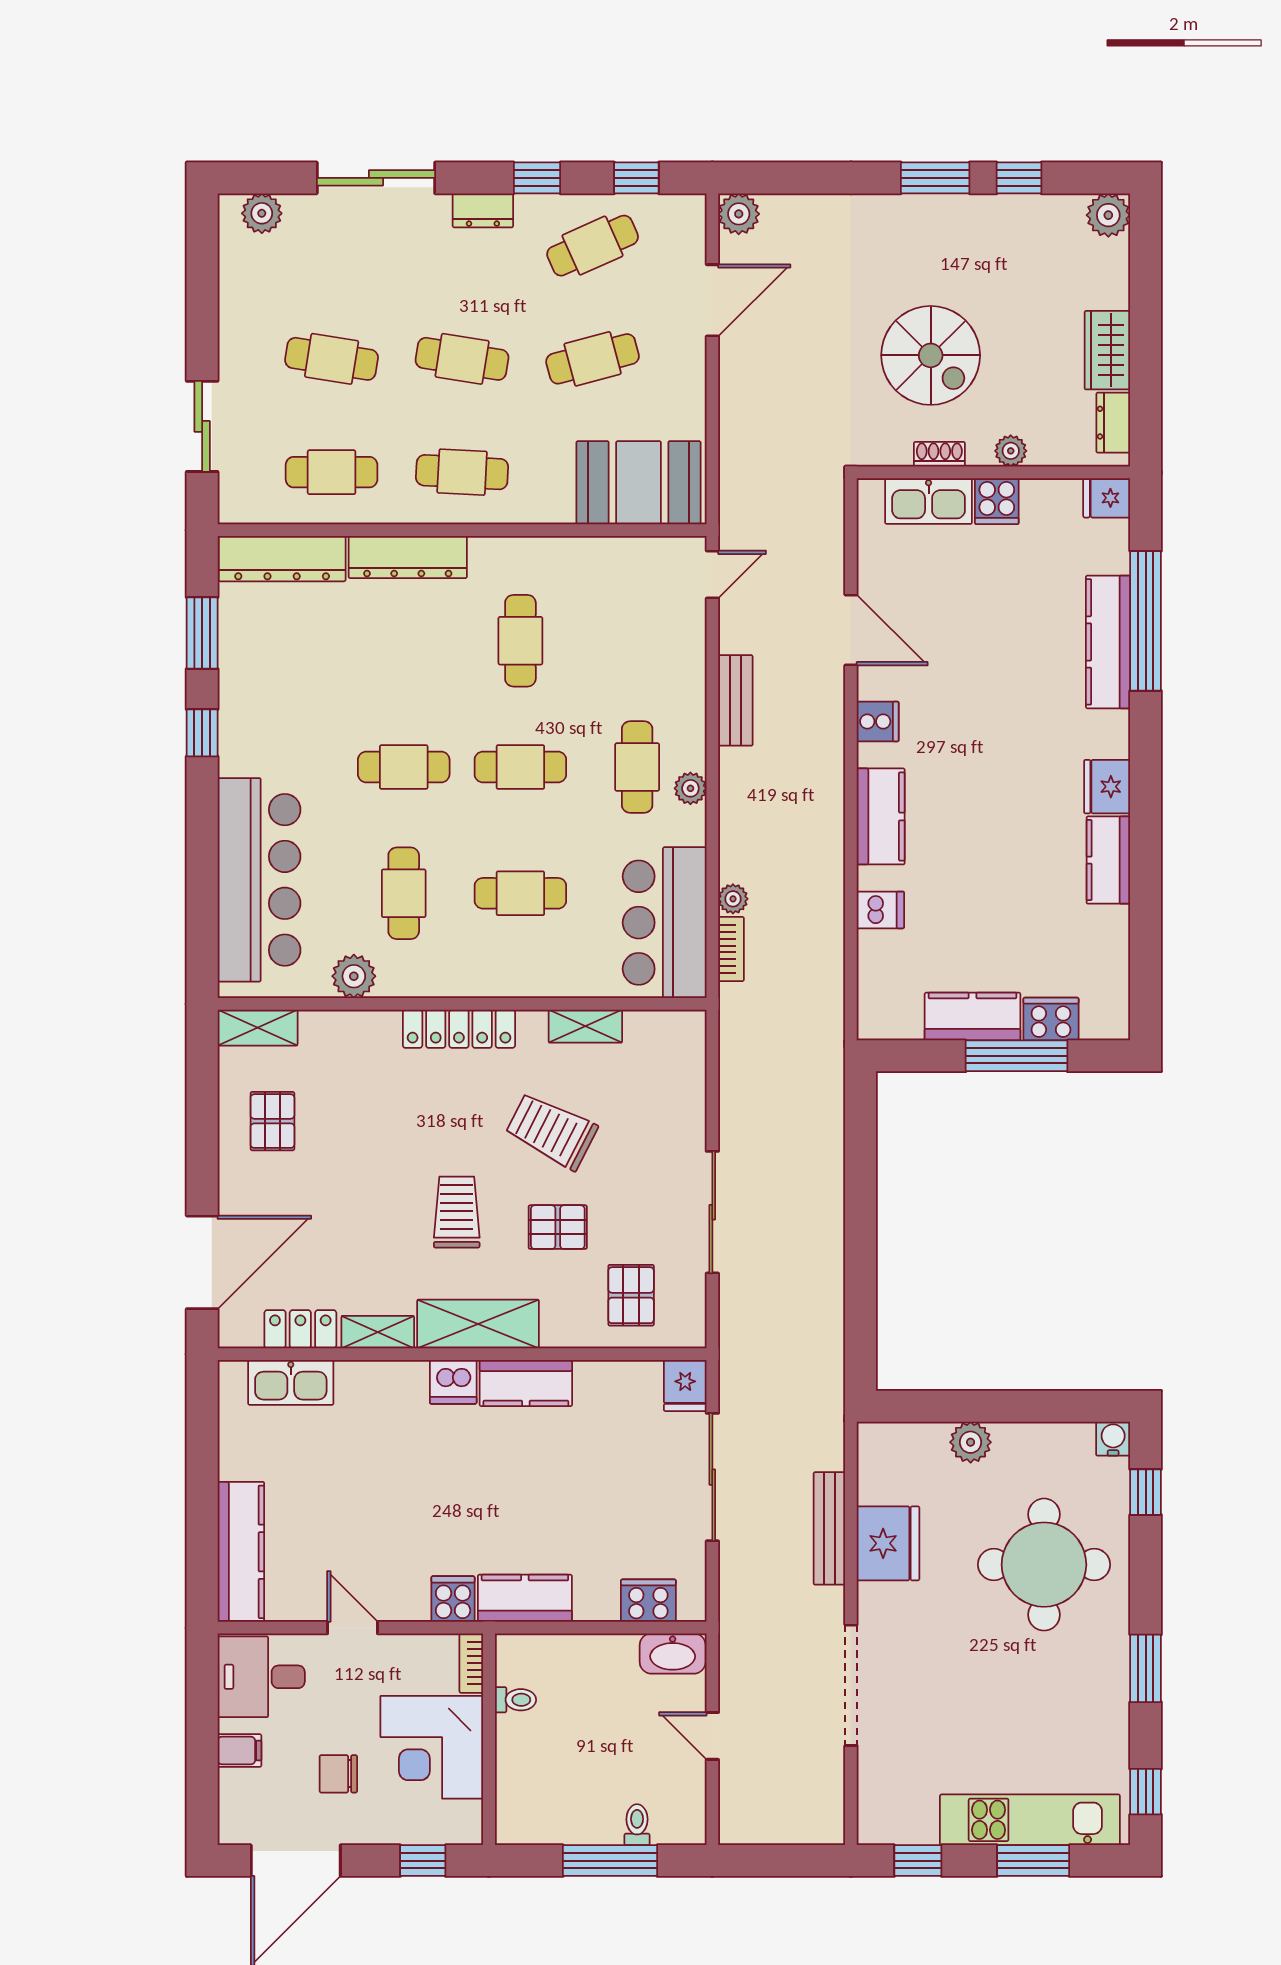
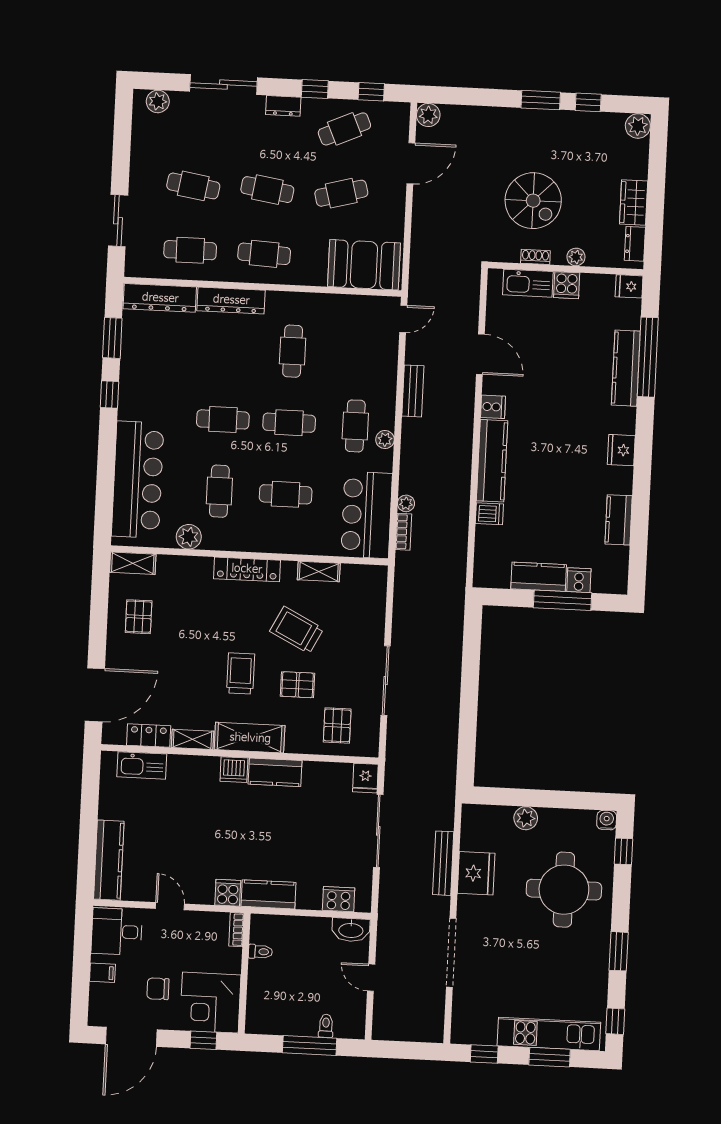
kitchen counter: (881, 816) -> (492, 461), width x1.50
kitchen counter: (1108, 860) -> (619, 520), moved
cooker: (1051, 1019) -> (579, 580), width x0.73
corner desk: (432, 1747) -> (210, 1003), moved

